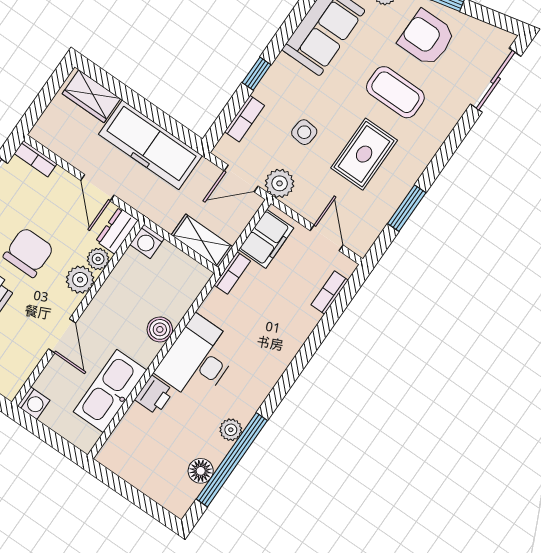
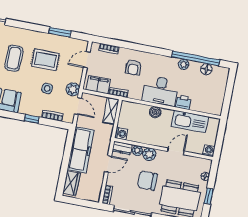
armchair: (269, 325) -> (133, 68), added

